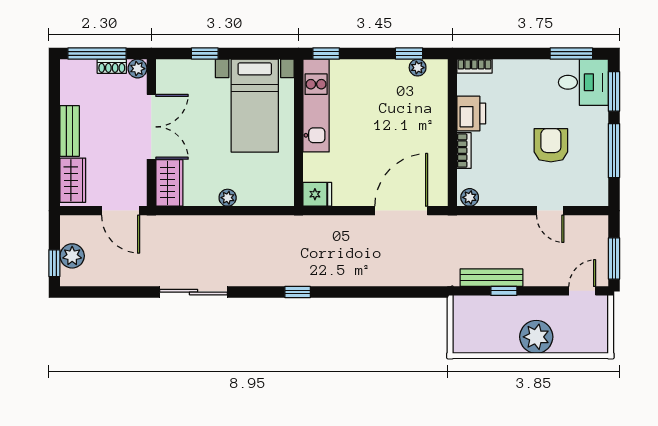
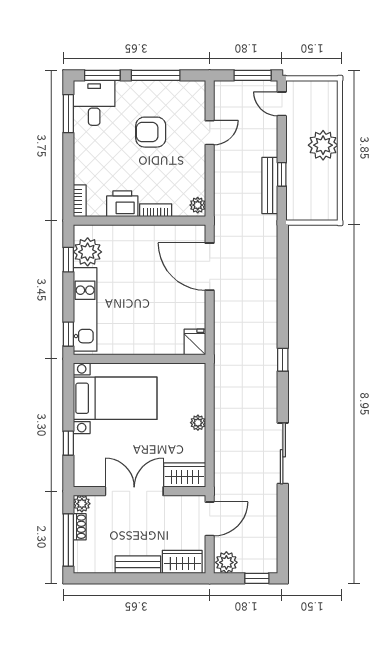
plant: (418, 68) -> (88, 252), width x1.87, depth x1.87
kitchen unit: (316, 106) -> (85, 309), moved, turned 90
plant: (72, 256) -> (226, 562), moved

